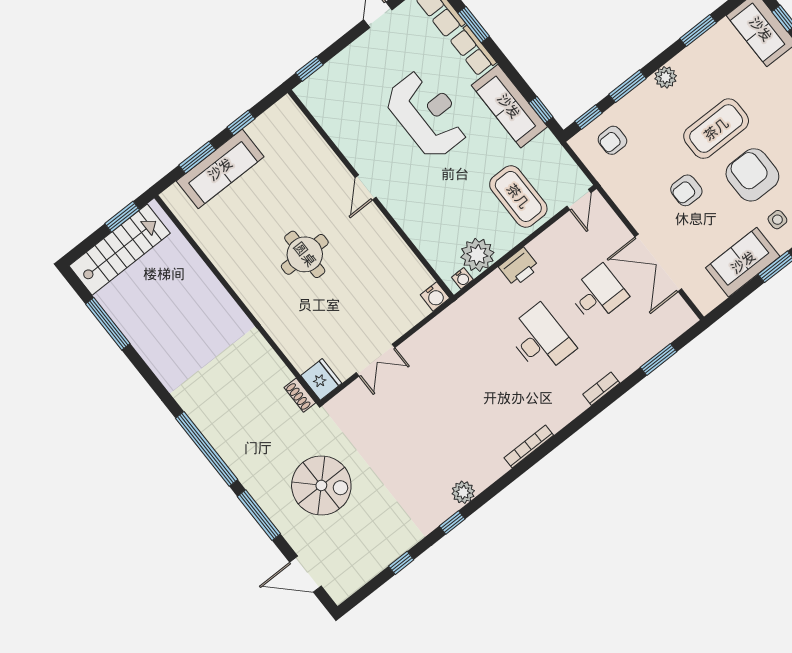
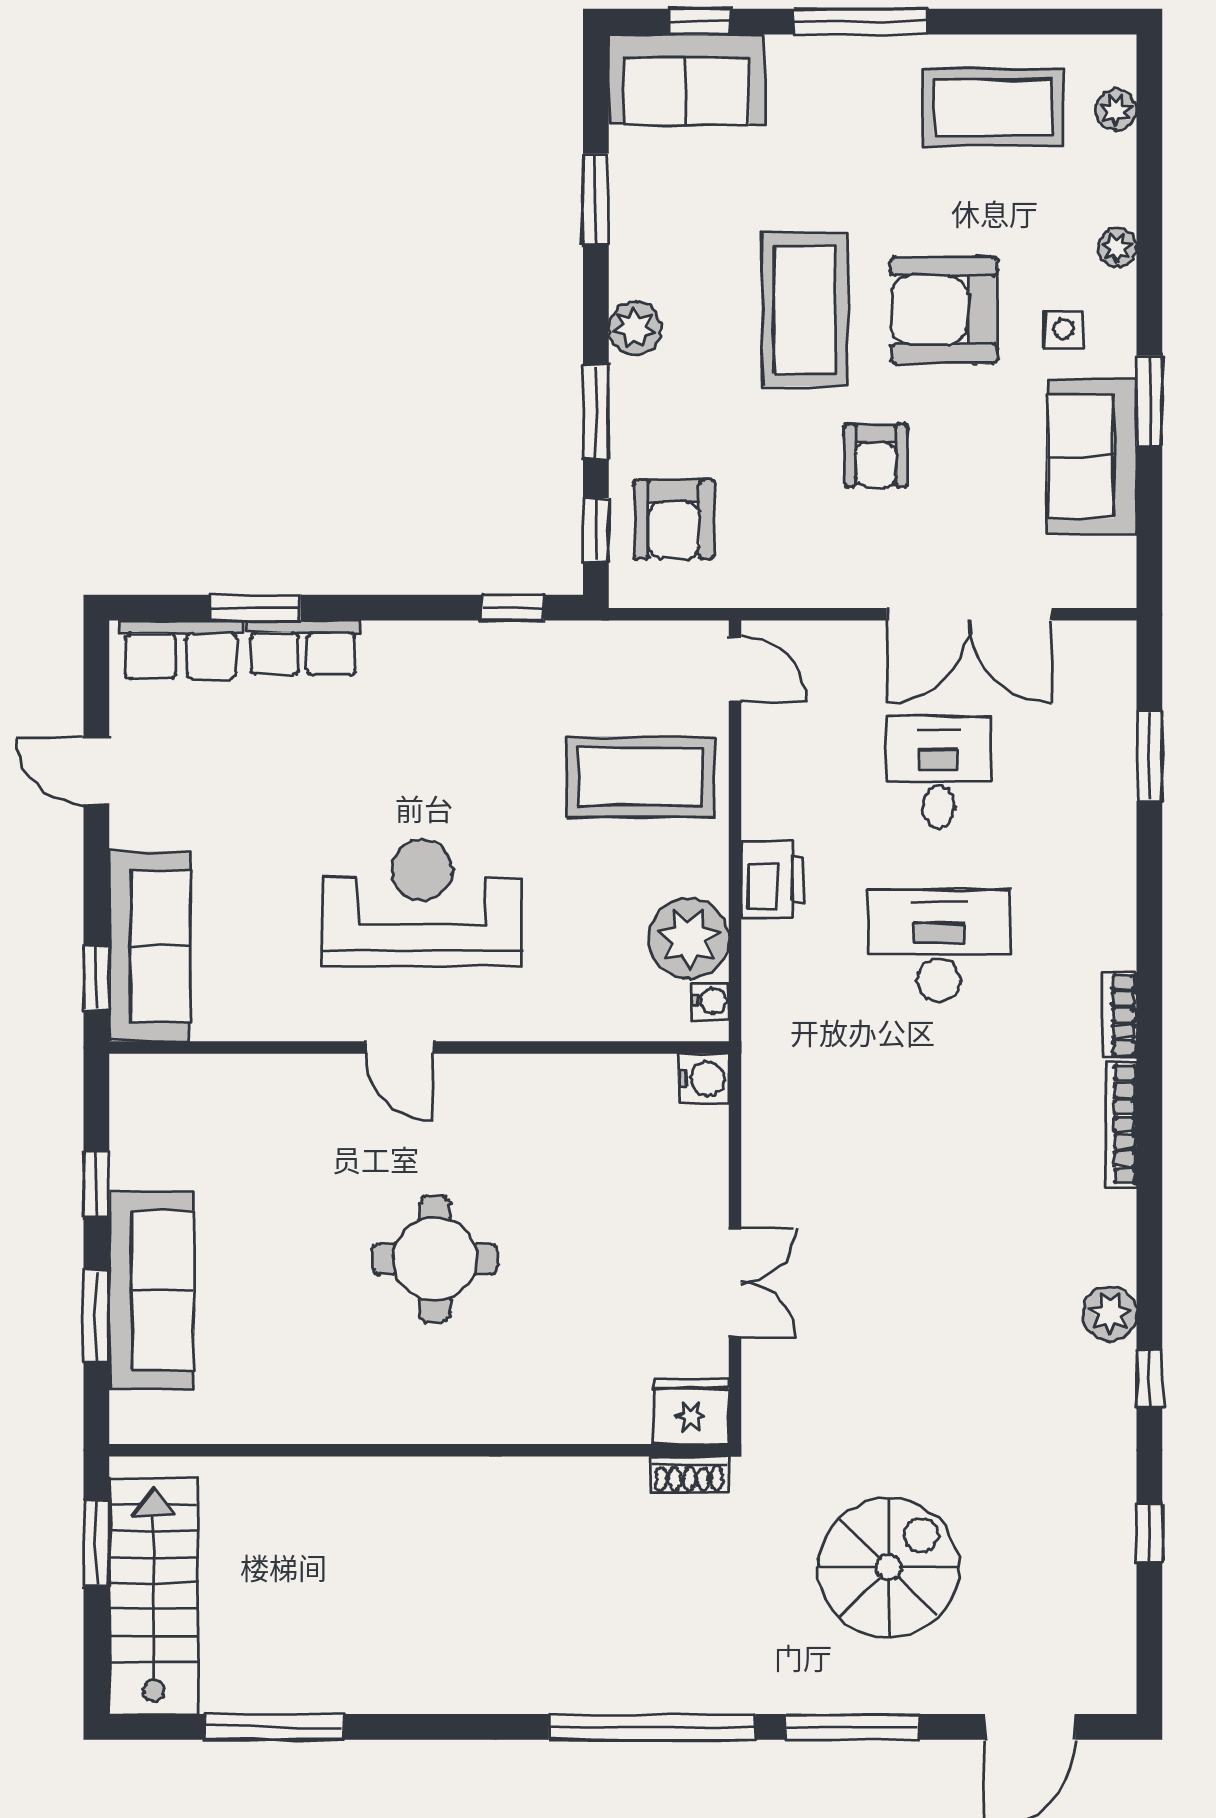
sofa: (509, 106) -> (150, 946), moved, turned -90
reception desk: (427, 114) -> (422, 903), moved
armchair: (612, 140) -> (674, 519), width x1.38, depth x1.38
bookcase: (601, 389) -> (1120, 1015), moved

